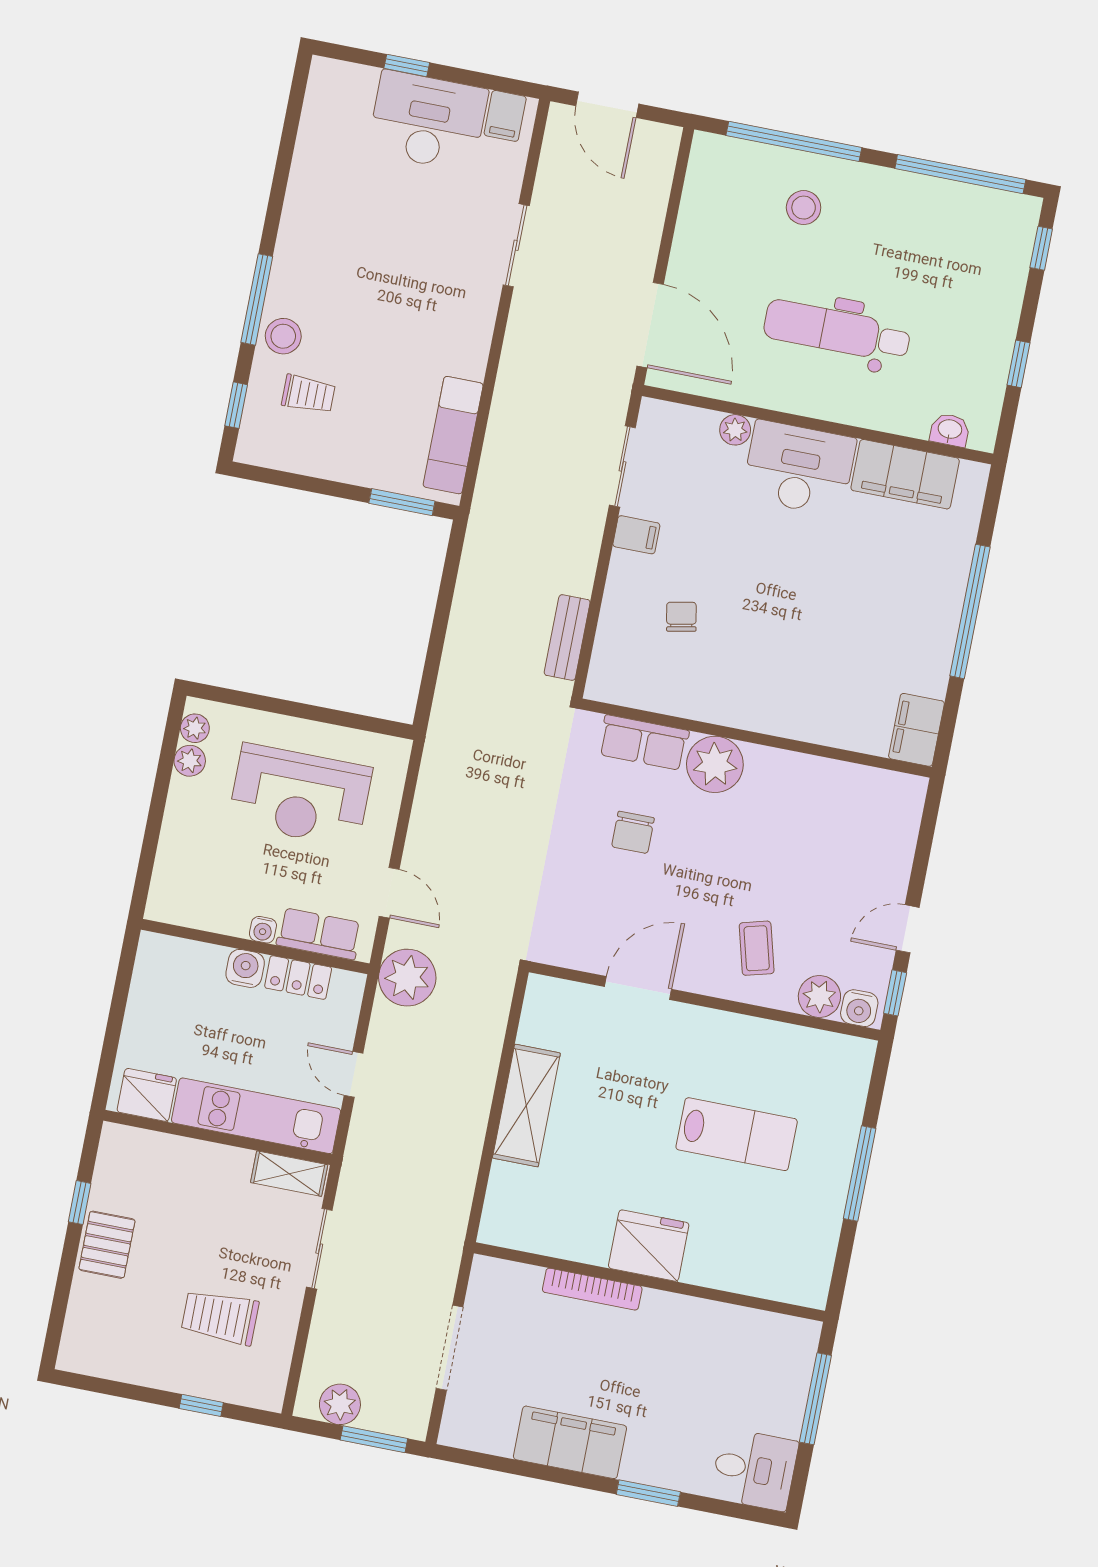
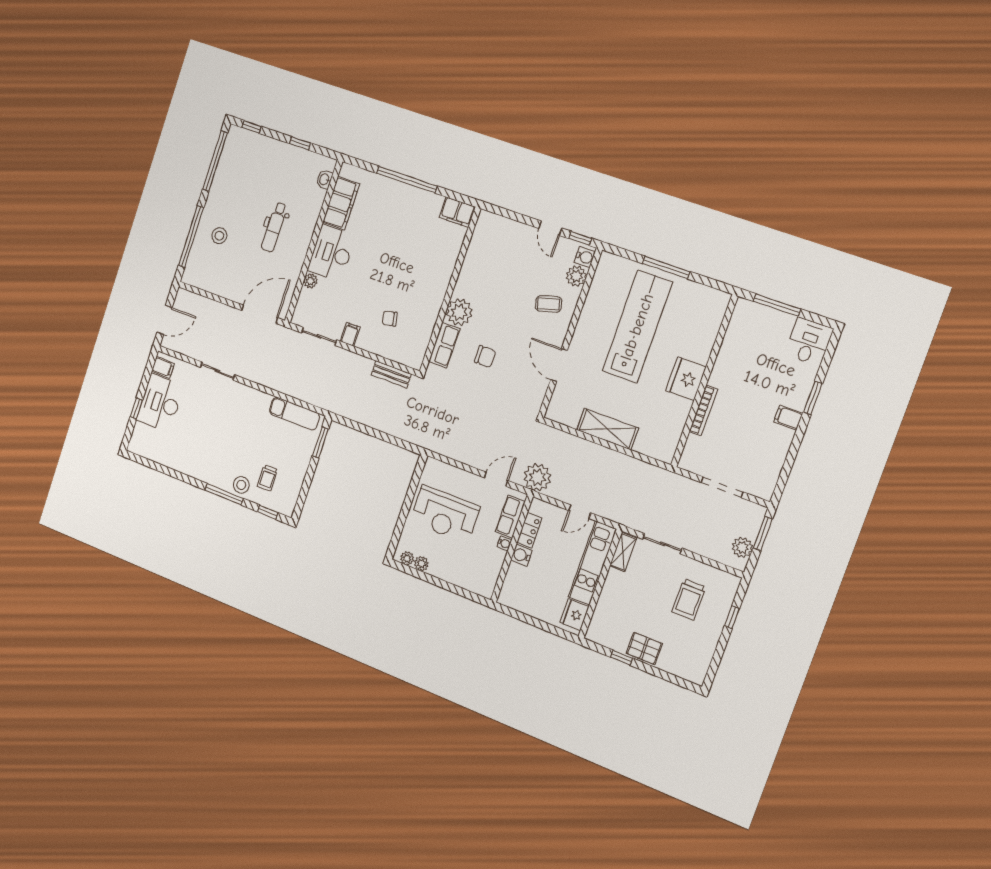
dental chair: (837, 331) -> (274, 227), width x0.73, depth x0.72
trolley: (308, 394) -> (268, 478), turned 180
reception desk: (300, 795) -> (445, 514), turned 90
lab bench: (737, 1134) -> (637, 327), width x1.86, depth x1.39
filing cabinet: (570, 1442) -> (788, 418), width x0.33, depth x0.86

